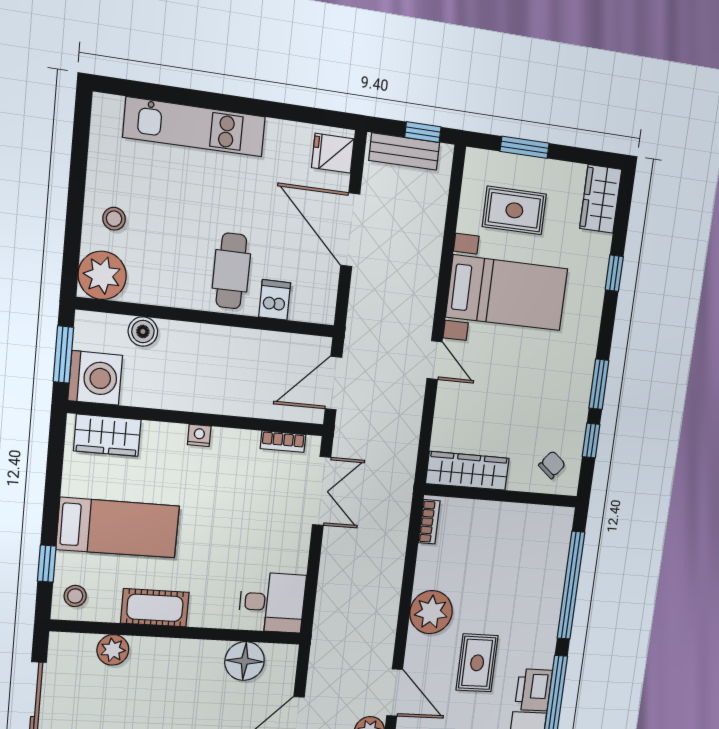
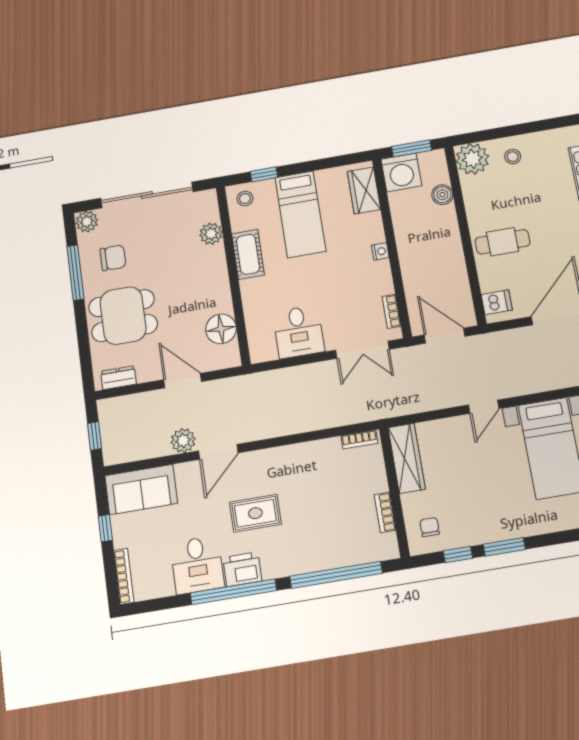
dishwasher: (275, 300) -> (497, 302), moved
chair: (552, 465) -> (430, 527), turned -129
bookcase: (521, 512) -> (385, 512), added
desk: (272, 602) -> (299, 332), moved
plant: (431, 612) -> (289, 462), removed

